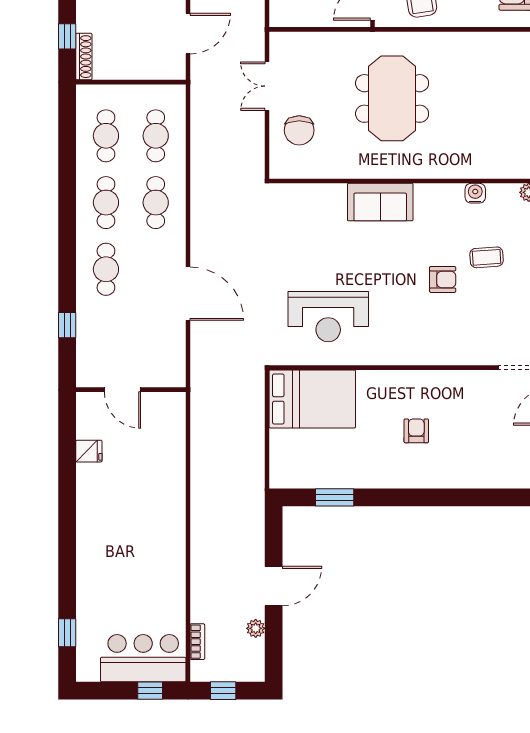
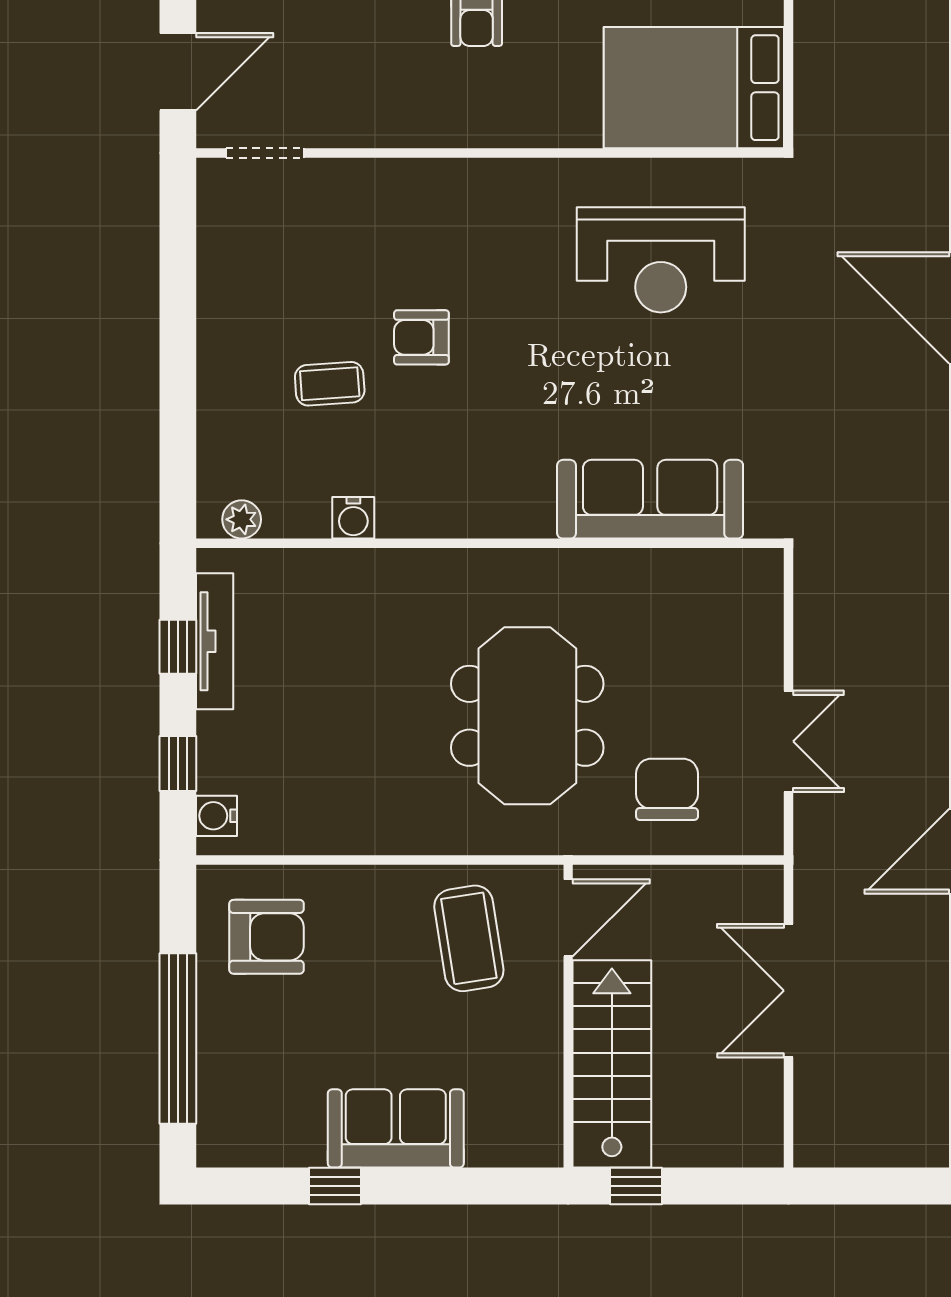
chair: (299, 130) -> (667, 789), moved
sofa: (380, 202) -> (650, 499), moved, width x1.36
reception desk: (328, 317) -> (661, 260), turned 180

